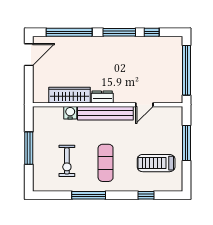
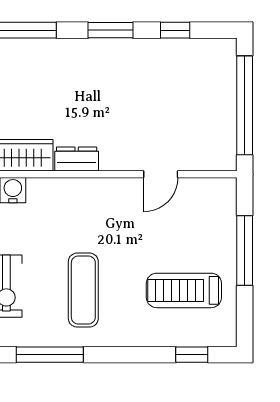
window: (119, 32) -> (110, 30), width x0.69
bench: (105, 113) -> (83, 191), removed
window: (146, 195) -> (192, 355), moved

